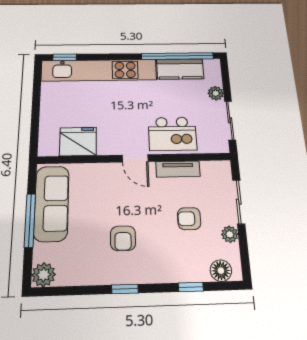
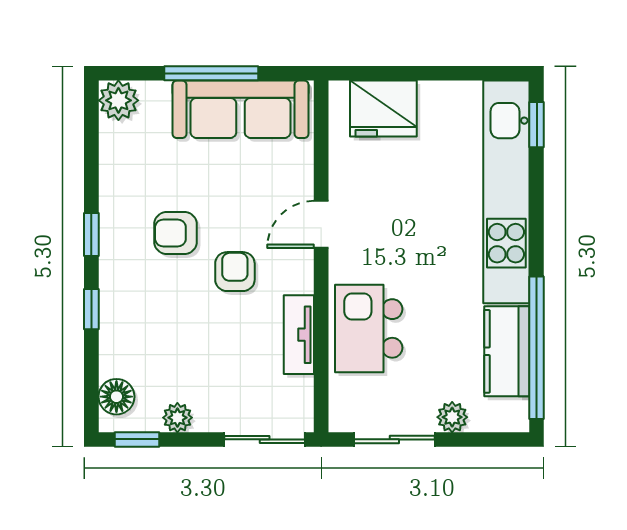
fridge: (78, 141) -> (383, 109), moved, turned 90
door: (135, 158) -> (321, 224), moved
sliding door: (239, 202) -> (265, 439), moved
armchair: (189, 219) -> (235, 272), moved
window: (245, 258) -> (137, 439), added
window: (191, 287) -> (91, 309), moved

